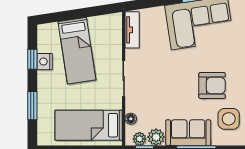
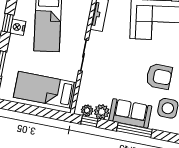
floor lamp: (131, 119) -> (83, 92), removed

